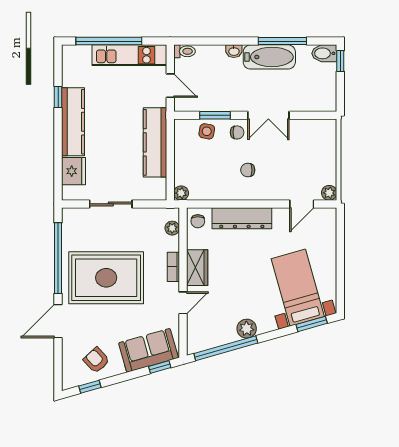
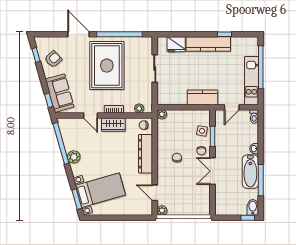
kitchen counter: (155, 142) -> (202, 97), width x0.67

